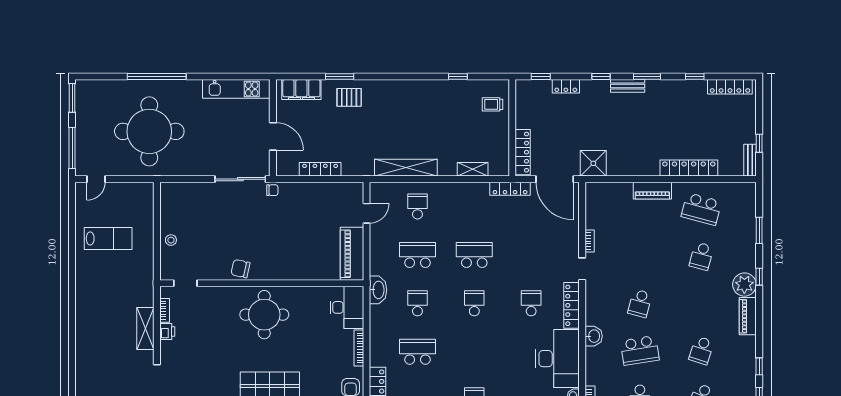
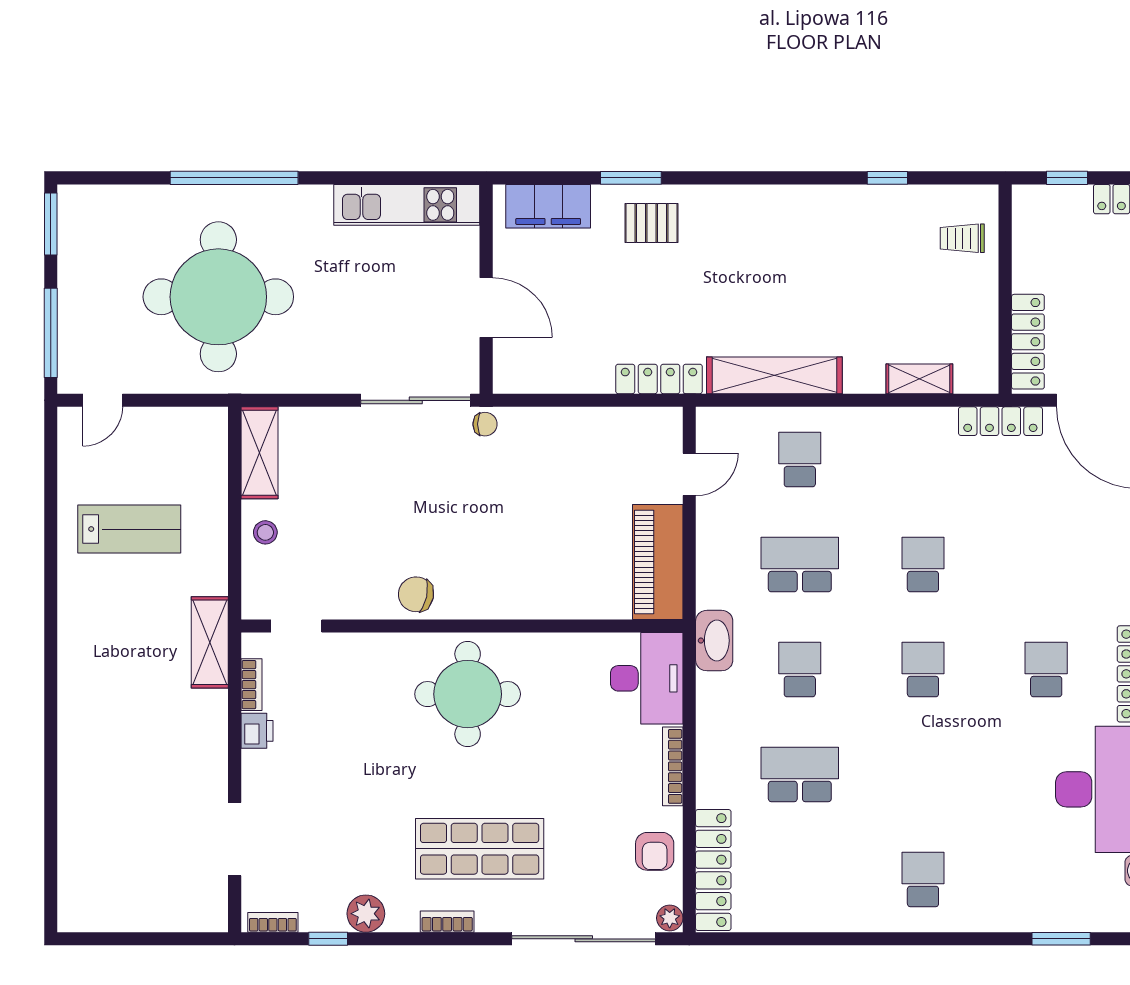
locker: (320, 169) -> (659, 379), moved
shelving: (168, 203) -> (259, 453), added
school desk: (474, 255) -> (923, 565), width x0.54
shelving: (145, 329) -> (210, 642), moved

